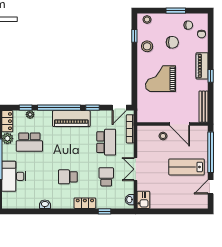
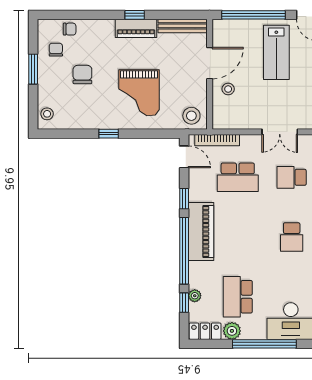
window: (134, 36) -> (109, 134), moved
stool: (147, 46) -> (191, 116), moved
piano: (202, 66) -> (136, 28), moved
school desk: (29, 142) -> (238, 297), turned 180
school desk: (106, 142) -> (238, 177), turned 180

